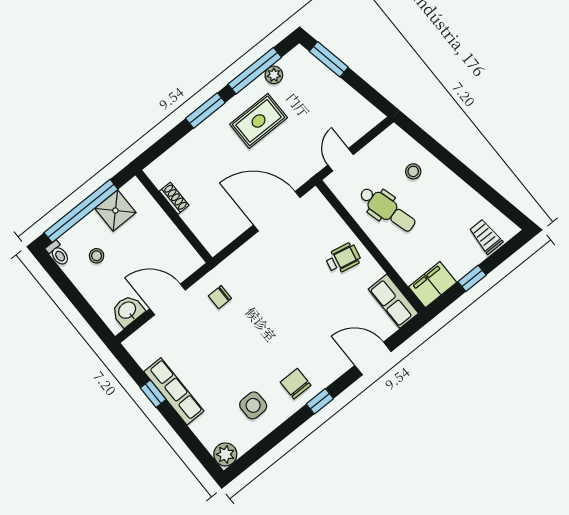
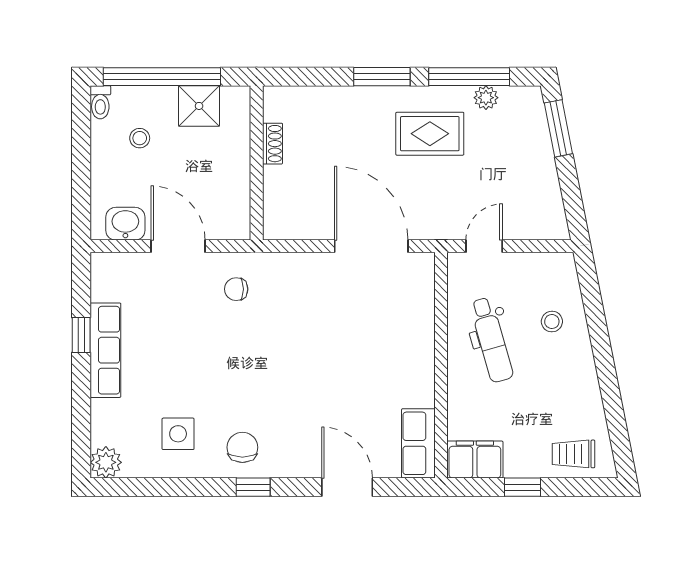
trolley: (486, 236) -> (573, 454), turned -90
wheelchair: (343, 259) -> (401, 354), removed

